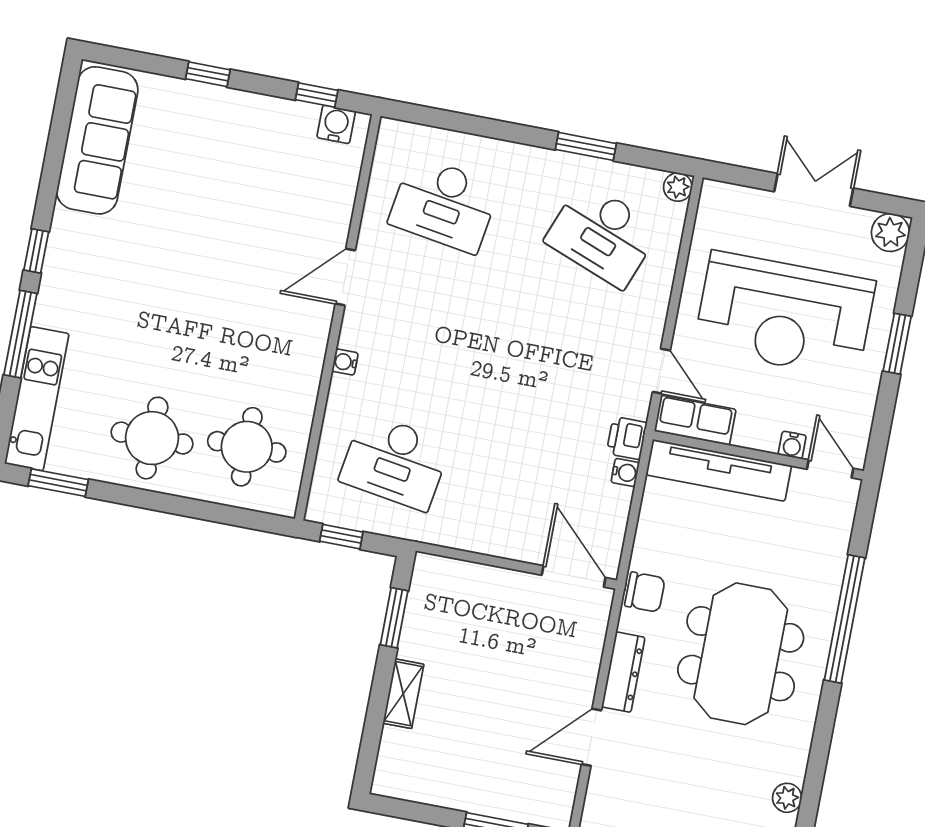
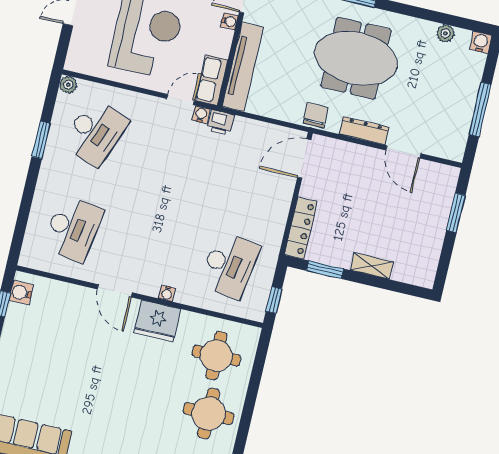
fridge: (299, 348) -> (157, 321), added
water cooler: (625, 472) -> (201, 115), moved
locker: (460, 575) -> (301, 228), added

